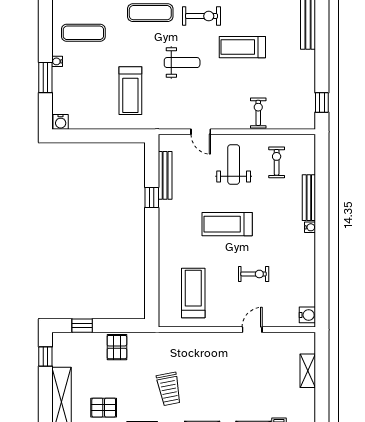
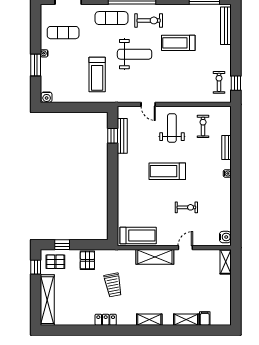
weight bench: (182, 63) -> (135, 54), width x1.36, depth x1.33
exercise bike: (258, 113) -> (219, 82), moved
window: (152, 198) -> (113, 136), moved
bench: (309, 198) -> (226, 148), width x0.73
treadmill: (193, 293) -> (138, 236), moved, turned 90
shelving: (210, 342) -> (155, 257), added
shelving: (308, 371) -> (226, 262), moved
trolley: (169, 389) -> (113, 285), moved
pallet: (104, 408) -> (55, 262), moved

